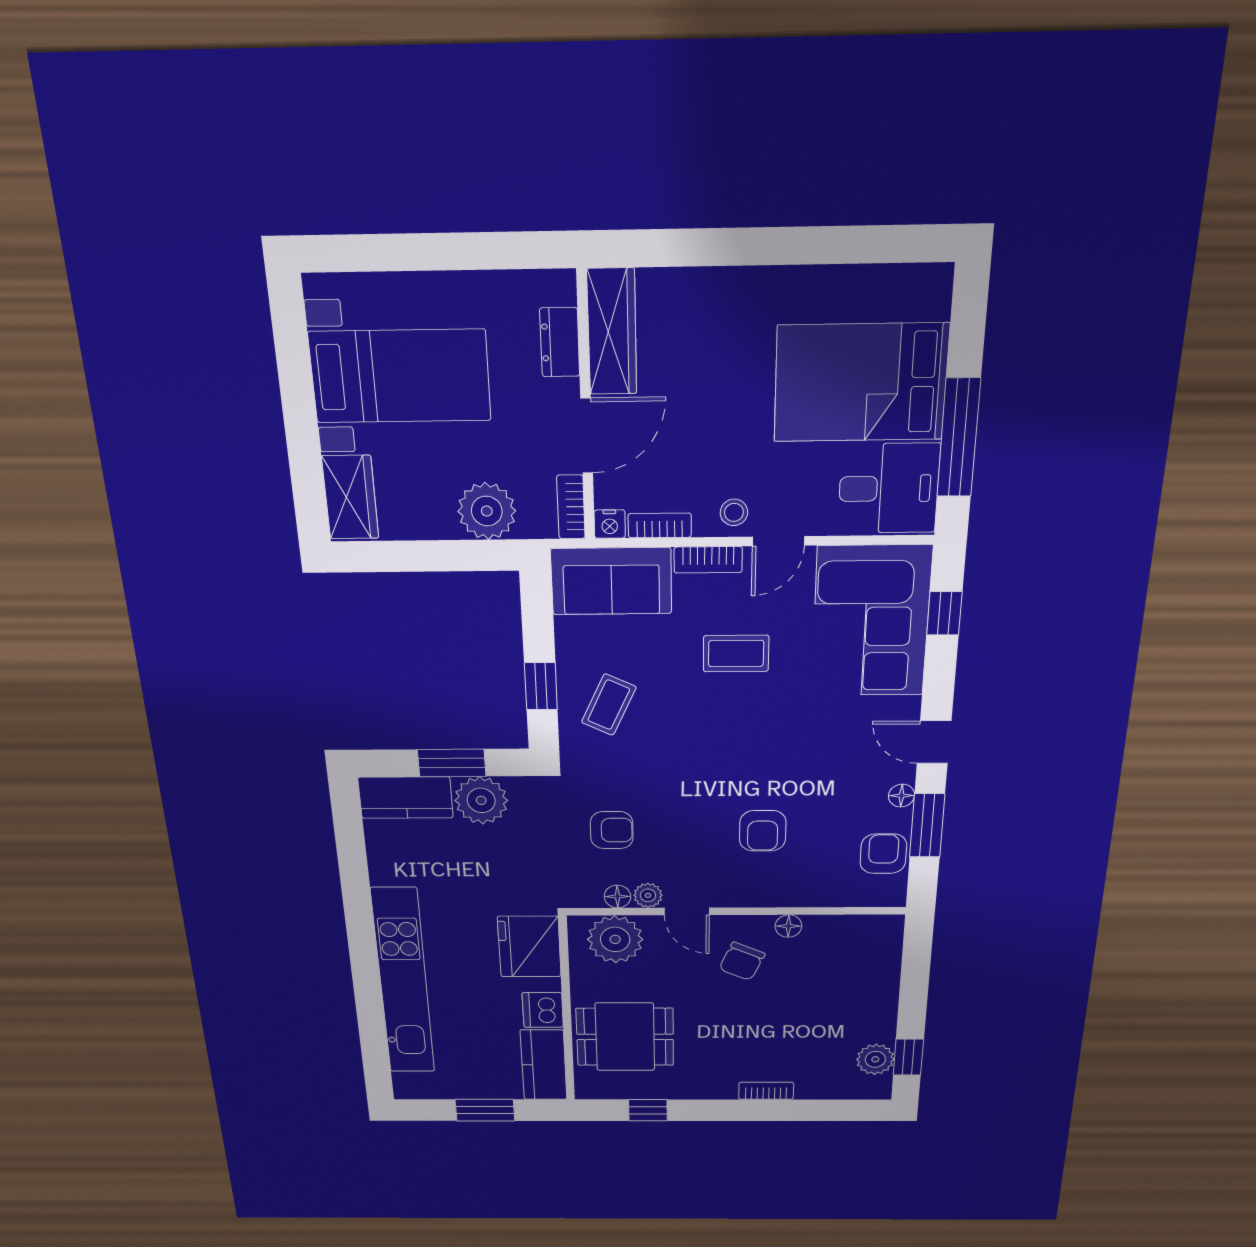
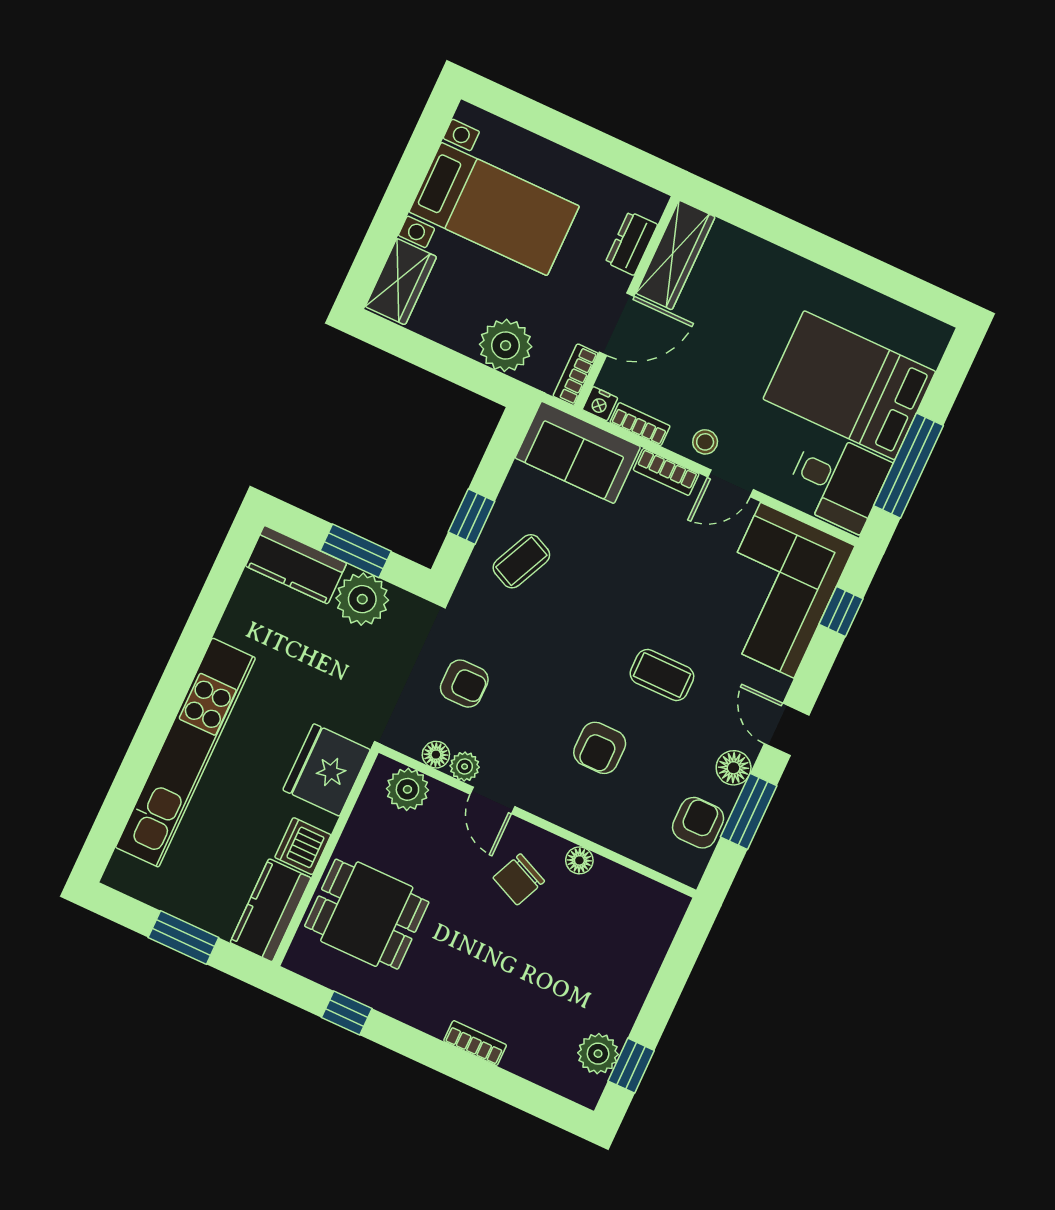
coffee table: (736, 653) -> (662, 675), moved
floor lamp: (901, 796) -> (734, 768), width x1.37, depth x1.37
plant: (615, 939) -> (407, 789), width x0.73, depth x0.73

